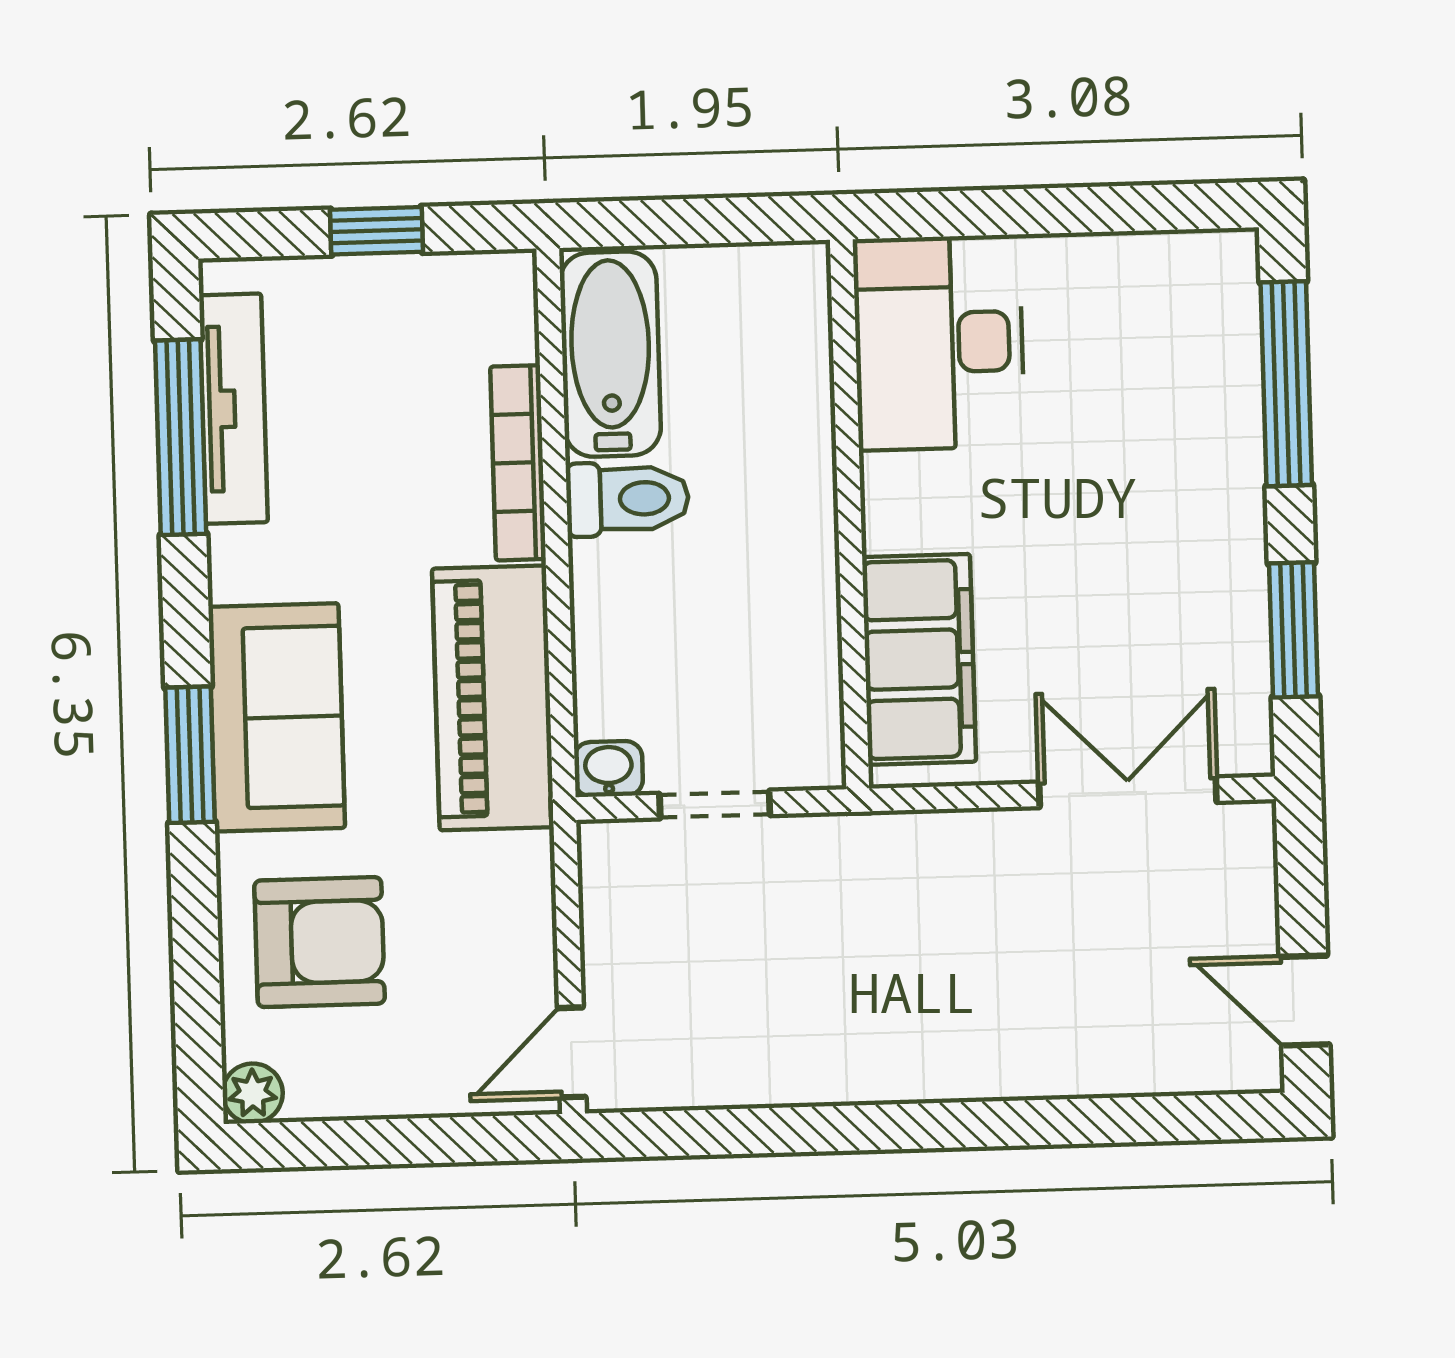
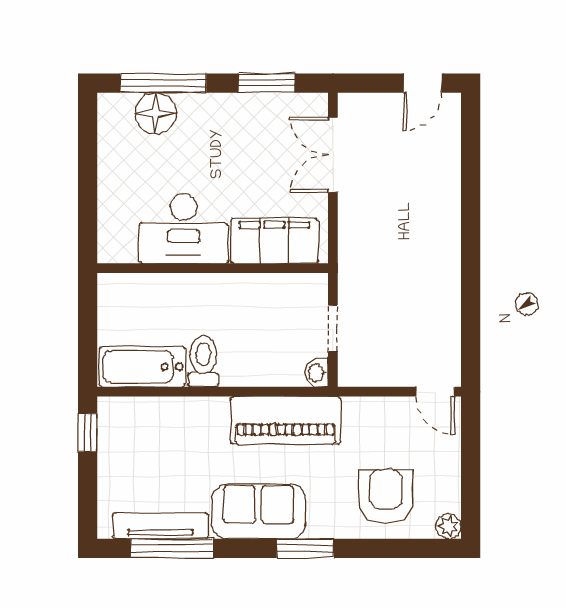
window: (377, 231) -> (88, 433), moved
desk: (939, 343) -> (184, 228), moved
floor lamp: (1214, 368) -> (156, 113), added
bookcase: (518, 463) -> (187, 407), removed
sofa: (277, 717) -> (259, 512), moved

